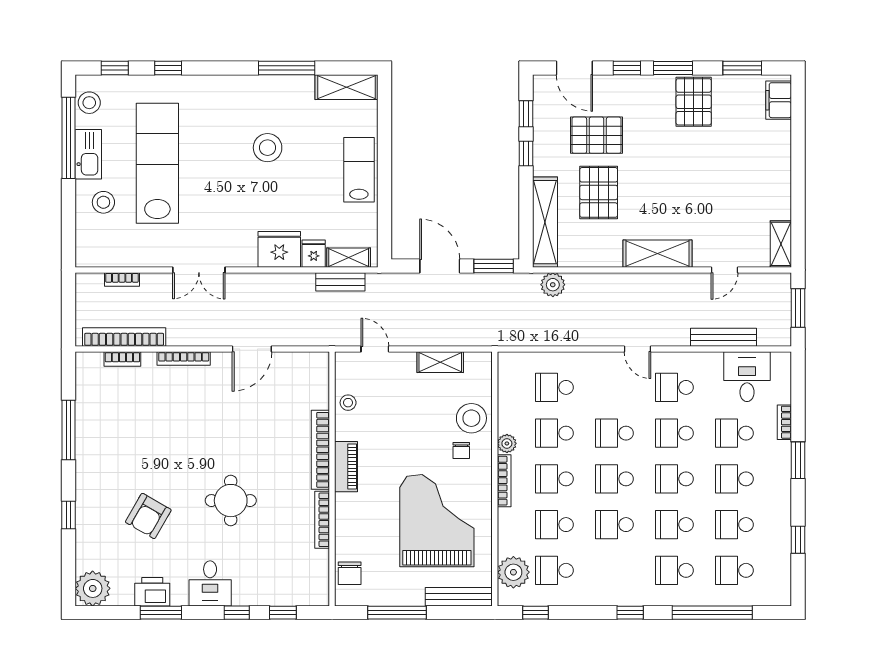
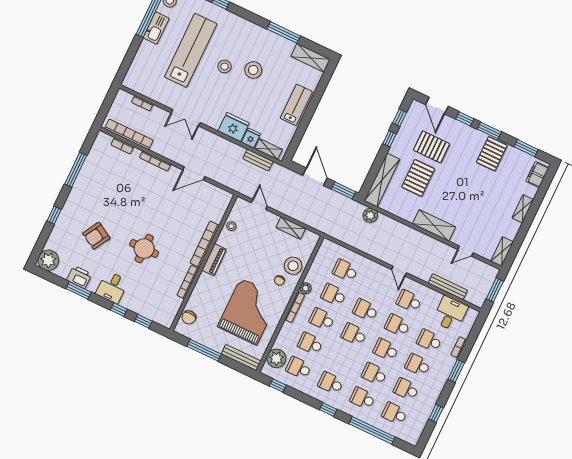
shelving: (781, 163) -> (523, 209), added
stool: (103, 202) -> (225, 66), moved
school desk: (614, 525) -> (331, 383), moved

